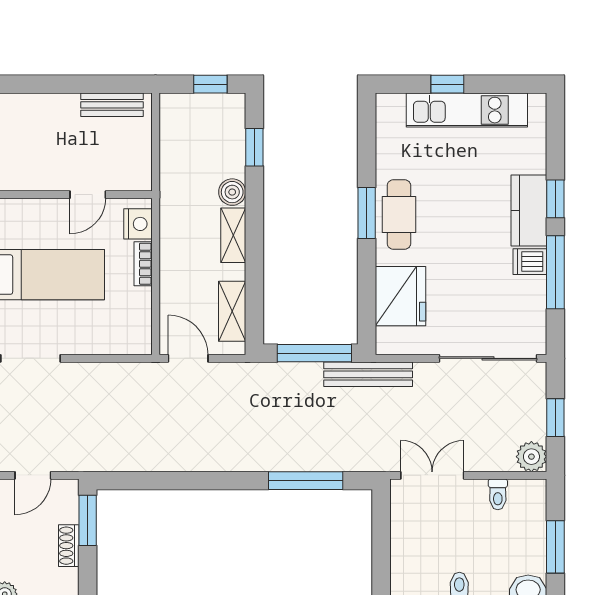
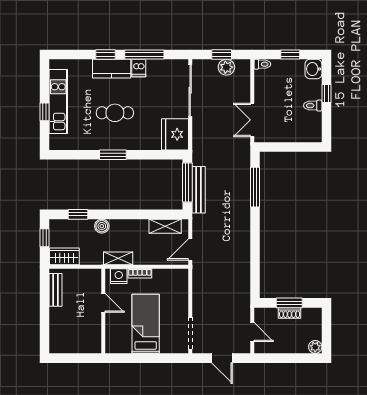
wardrobe: (175, 122) -> (64, 256), added
cafe table: (399, 215) -> (115, 113), moved
shelving: (233, 235) -> (118, 258), moved
fridge: (401, 296) -> (175, 134), moved, turned -90
bench: (368, 374) -> (199, 190), moved
plant: (531, 457) -> (226, 67), moved
toilet: (498, 494) -> (262, 64), moved
window: (88, 520) -> (289, 303), moved
window: (555, 547) -> (290, 54), width x0.67

